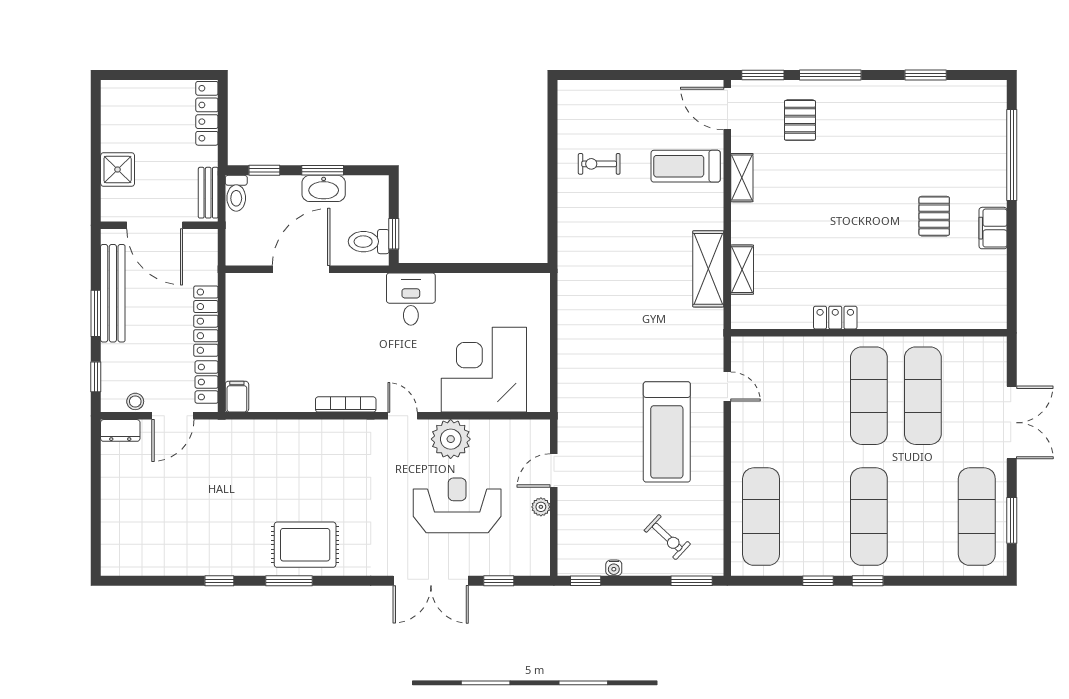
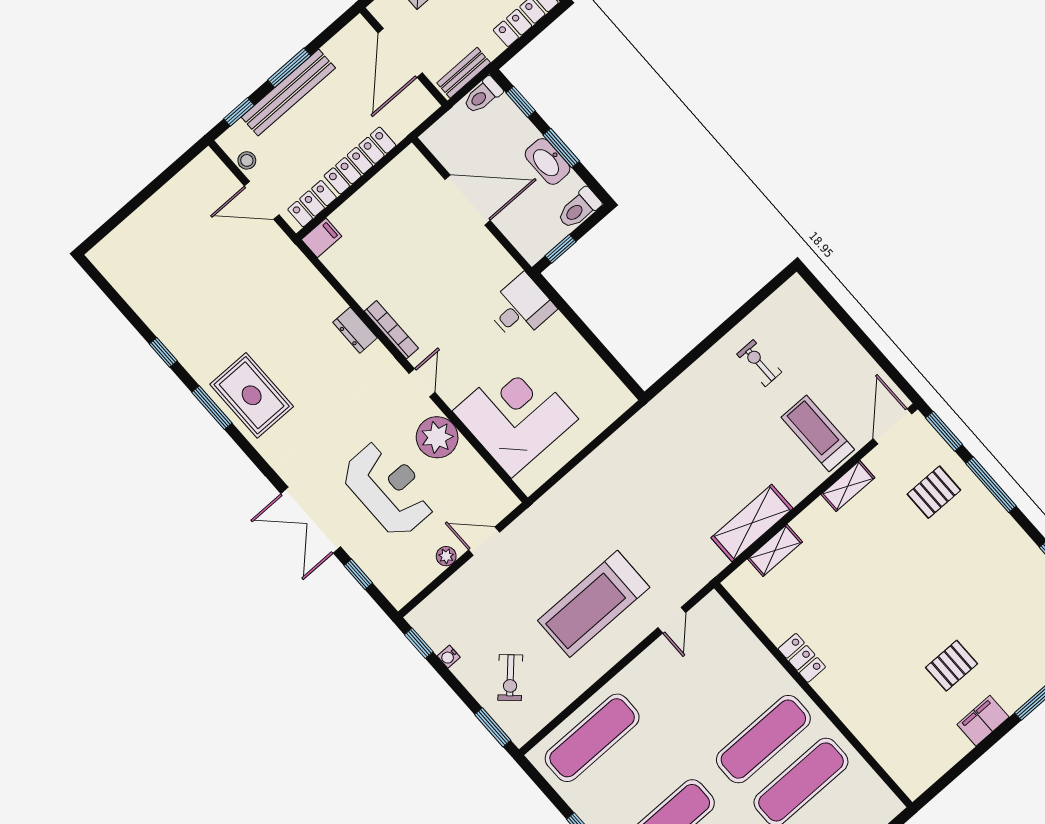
toilet: (369, 242) -> (579, 208), moved, turned -90
bench: (113, 293) -> (288, 93), moved
dresser: (120, 430) -> (355, 330), moved

